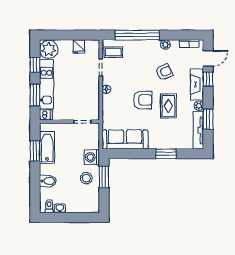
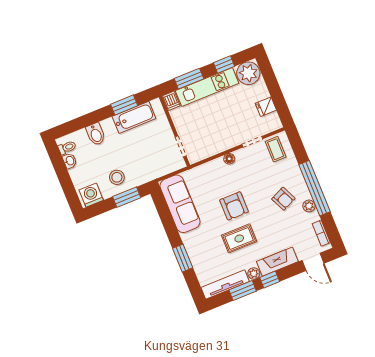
window: (137, 35) -> (314, 188), moved
armchair: (164, 72) -> (283, 199), moved
window: (208, 79) -> (270, 280), moved
washing machine: (92, 157) -> (91, 195), moved

